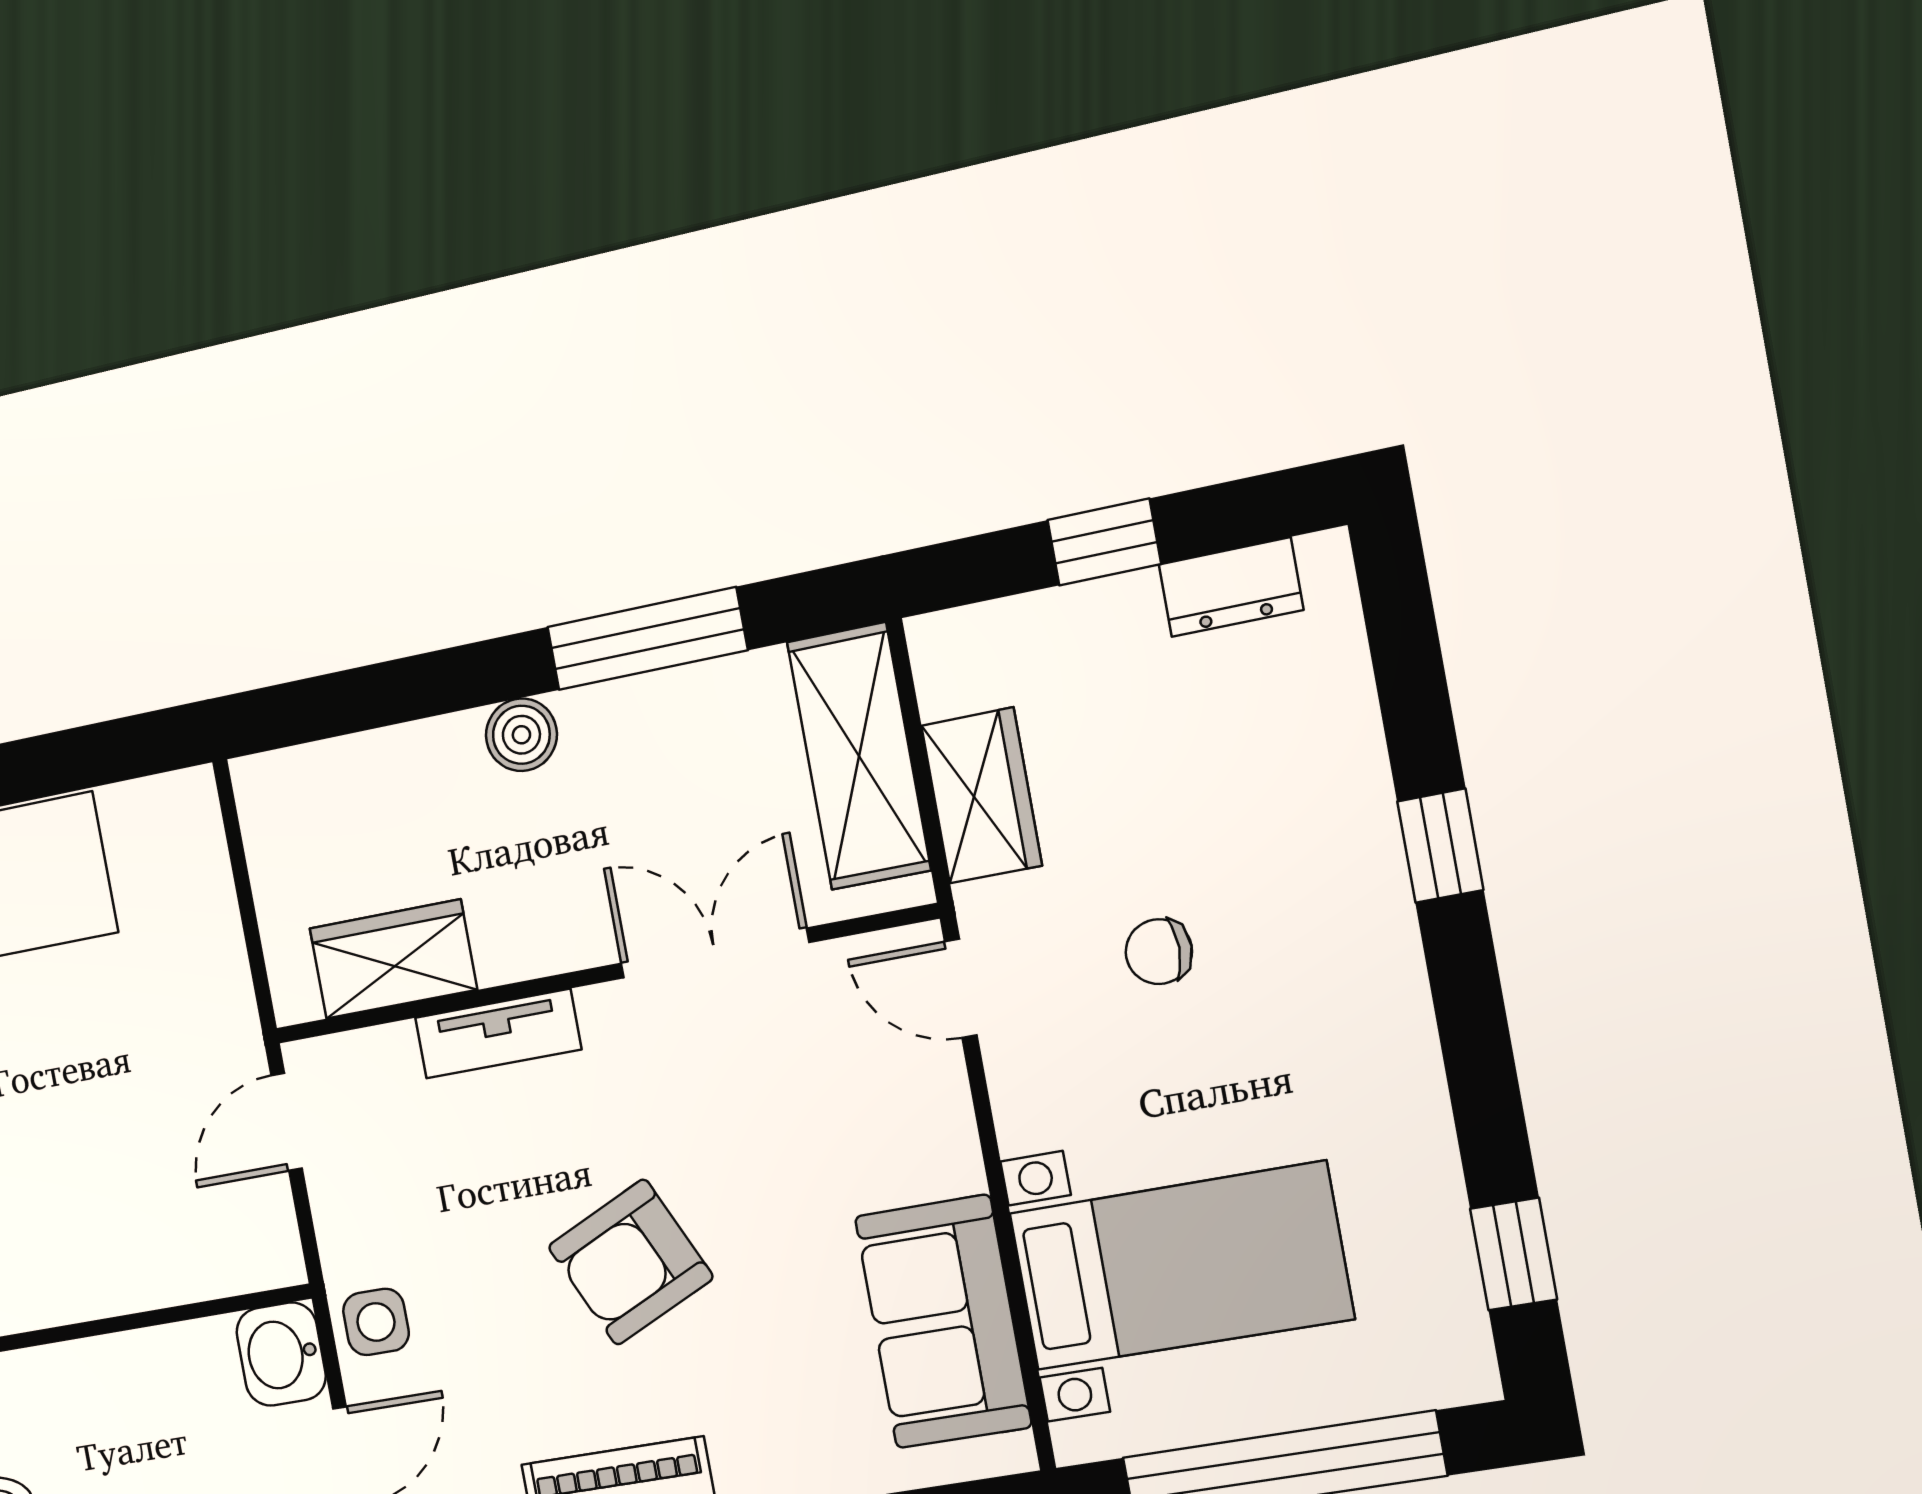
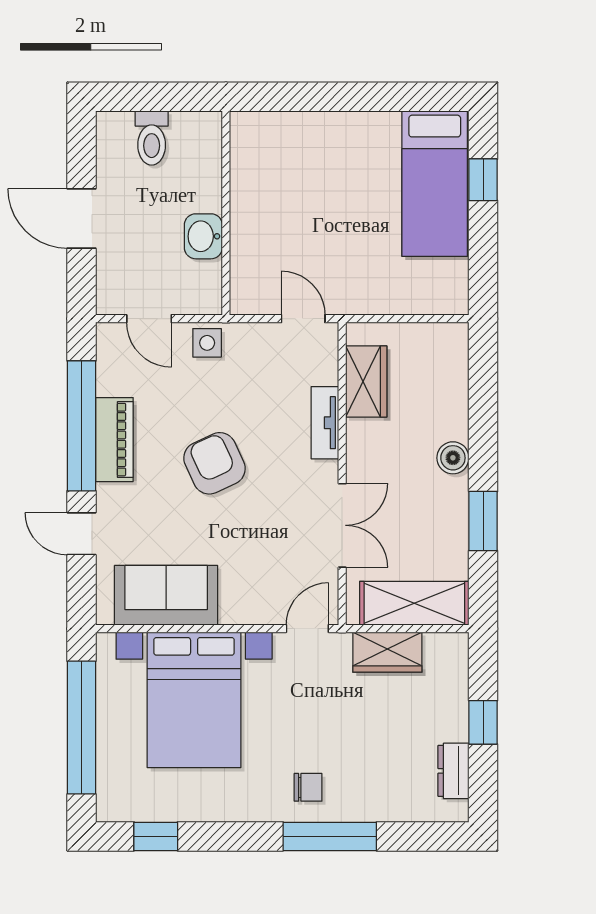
window: (647, 639) -> (483, 521), width x0.69
window: (1440, 846) -> (330, 836), width x2.17
chair: (1159, 952) -> (308, 787), moved, turned 90
bed with nightstands: (1181, 1266) -> (194, 700), width x1.36
washbasin: (281, 1354) -> (203, 236), moved, turned -90

